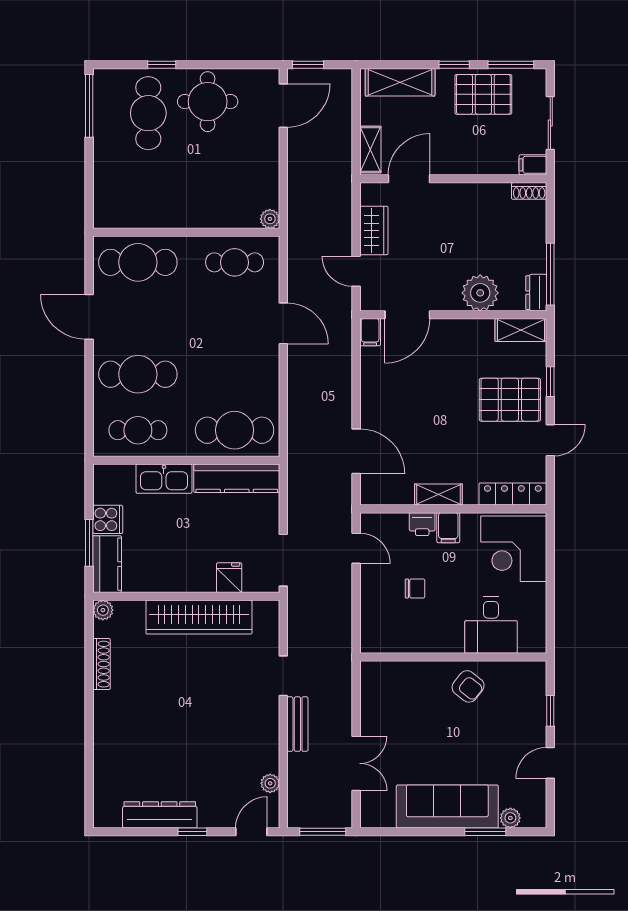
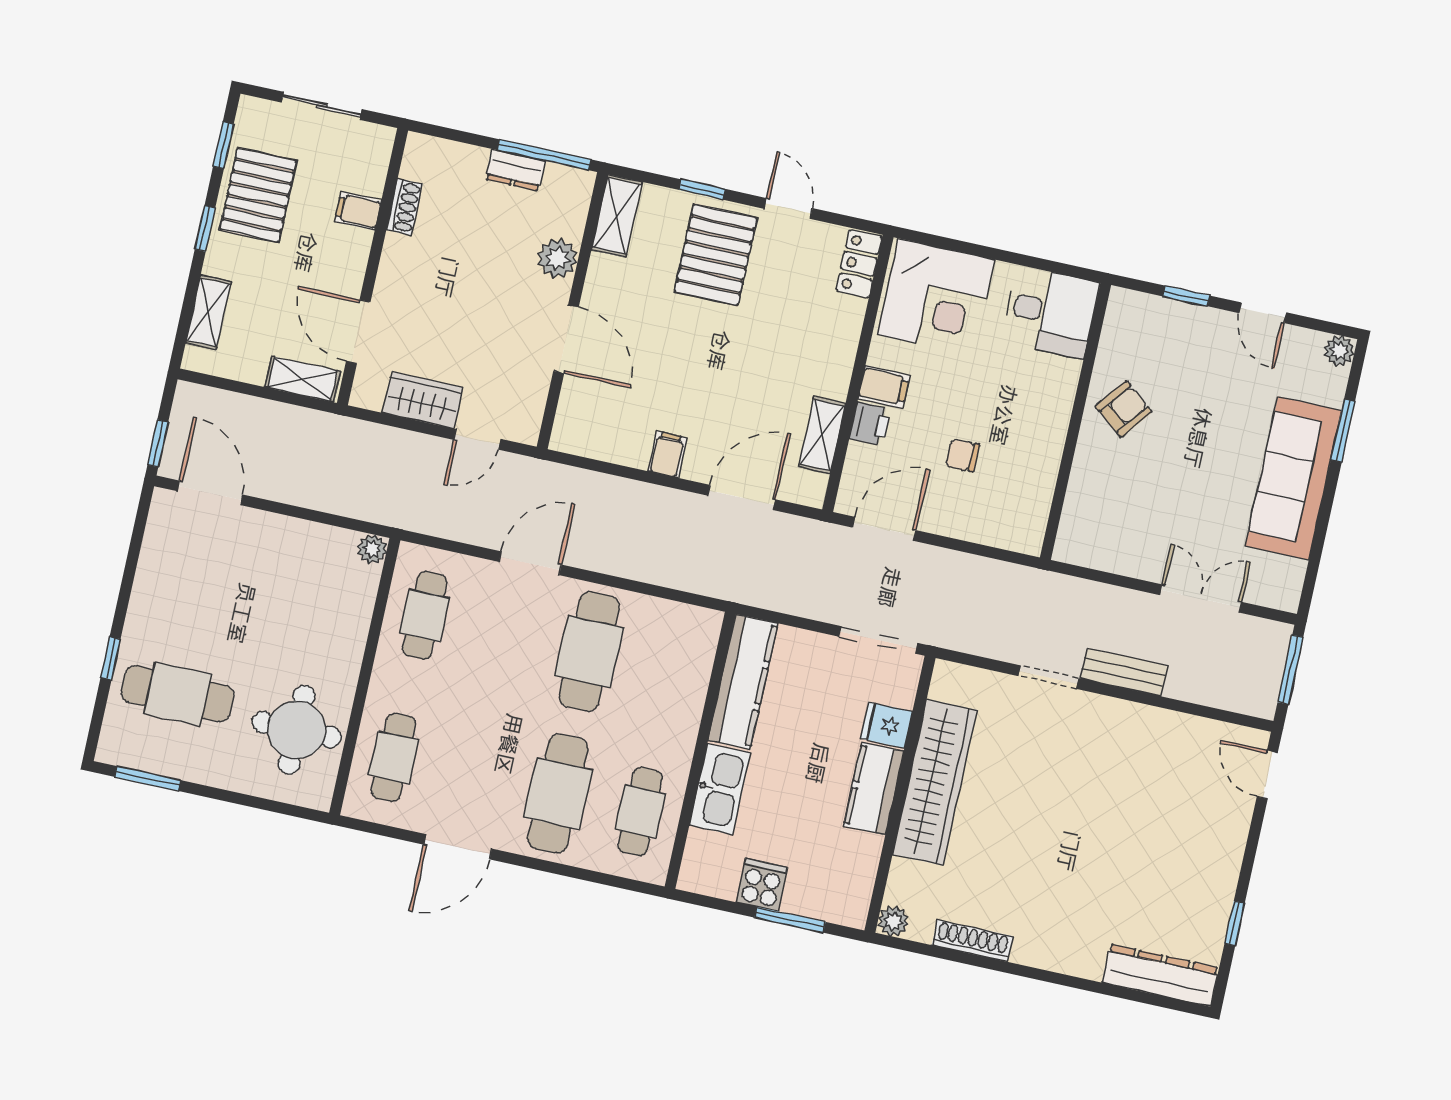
window: (511, 65) -> (223, 145), width x0.67
shelving: (400, 82) -> (208, 312), width x0.67, depth x0.75
round table: (208, 102) -> (297, 730), moved
window: (89, 106) -> (148, 778), width x0.69
filing cabinet: (533, 165) -> (358, 211), moved, turned 90
shoe rack: (529, 191) -> (404, 207), moved
cafe table: (138, 262) -> (393, 757), width x0.73, depth x0.74
plant: (480, 293) -> (558, 258), width x0.73, depth x0.73
dresser: (536, 293) -> (515, 170), moved
door: (407, 315) -> (566, 339), moved
filing cabinet: (370, 332) -> (667, 454), moved, turned -90
cafe table: (235, 430) -> (589, 651), moved
locker: (513, 494) -> (859, 264), width x0.66
shelving: (438, 495) -> (822, 435), moved
door: (356, 548) -> (884, 529), width x1.38
kitchen counter: (107, 564) -> (874, 789), moved, turned -90
chair: (415, 588) -> (963, 455), turned -90
desk: (491, 625) -> (1050, 312), moved
plant: (270, 783) -> (1202, 731), removed
dresser: (160, 815) -> (1160, 975), moved, turned 90
plant: (510, 818) -> (1339, 351), moved
window: (192, 832) -> (1235, 923), moved

